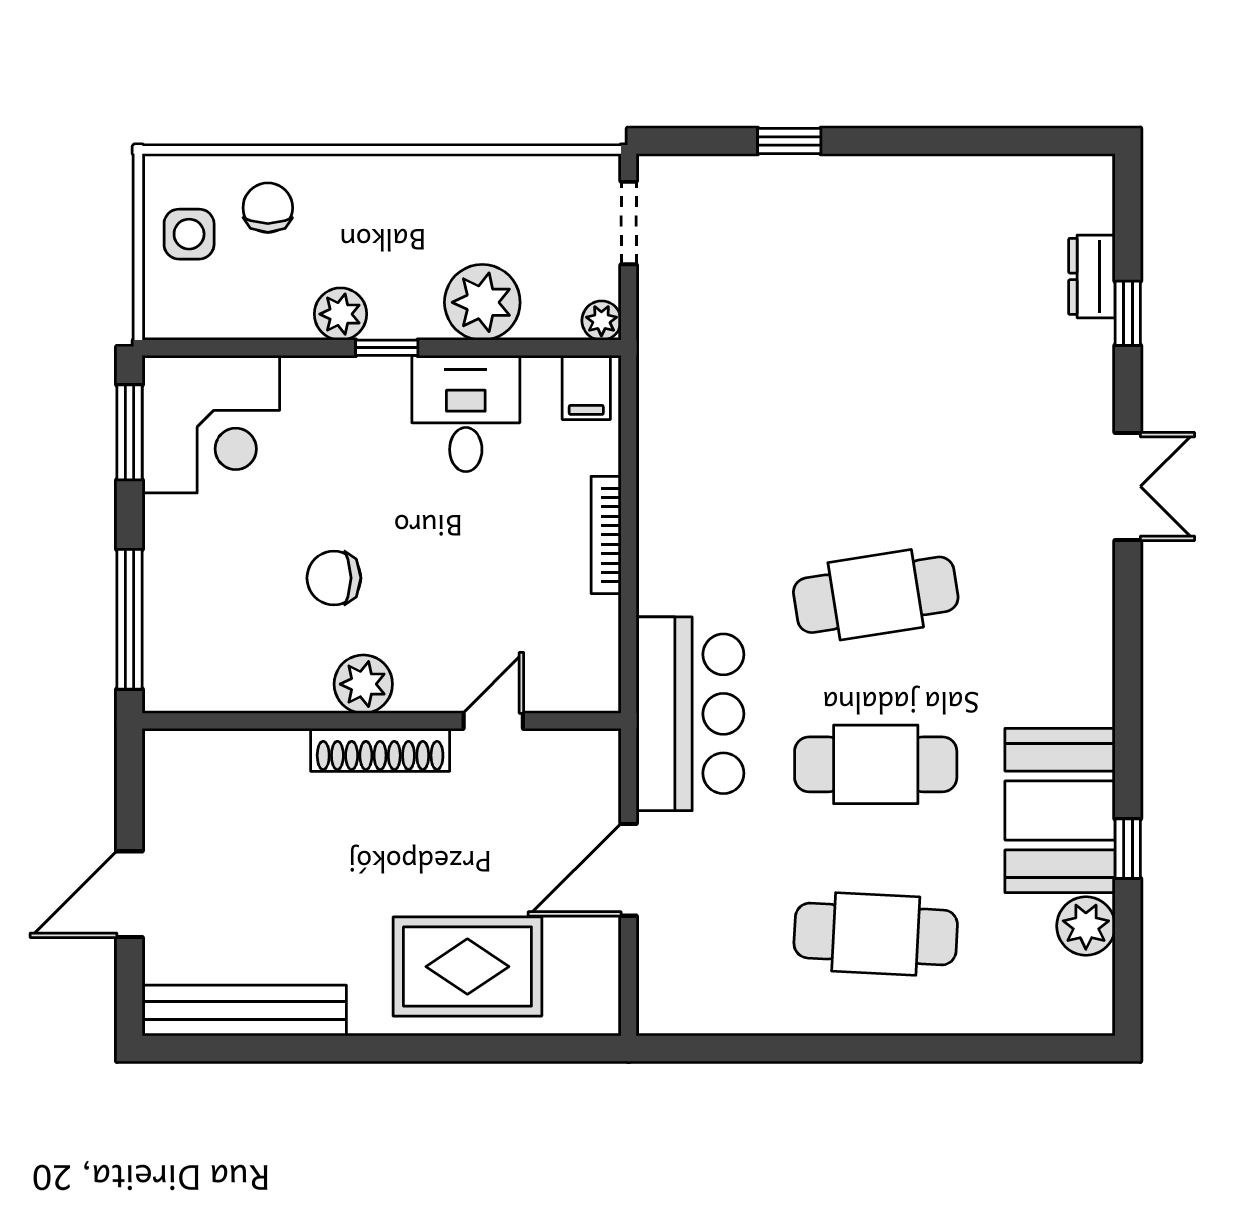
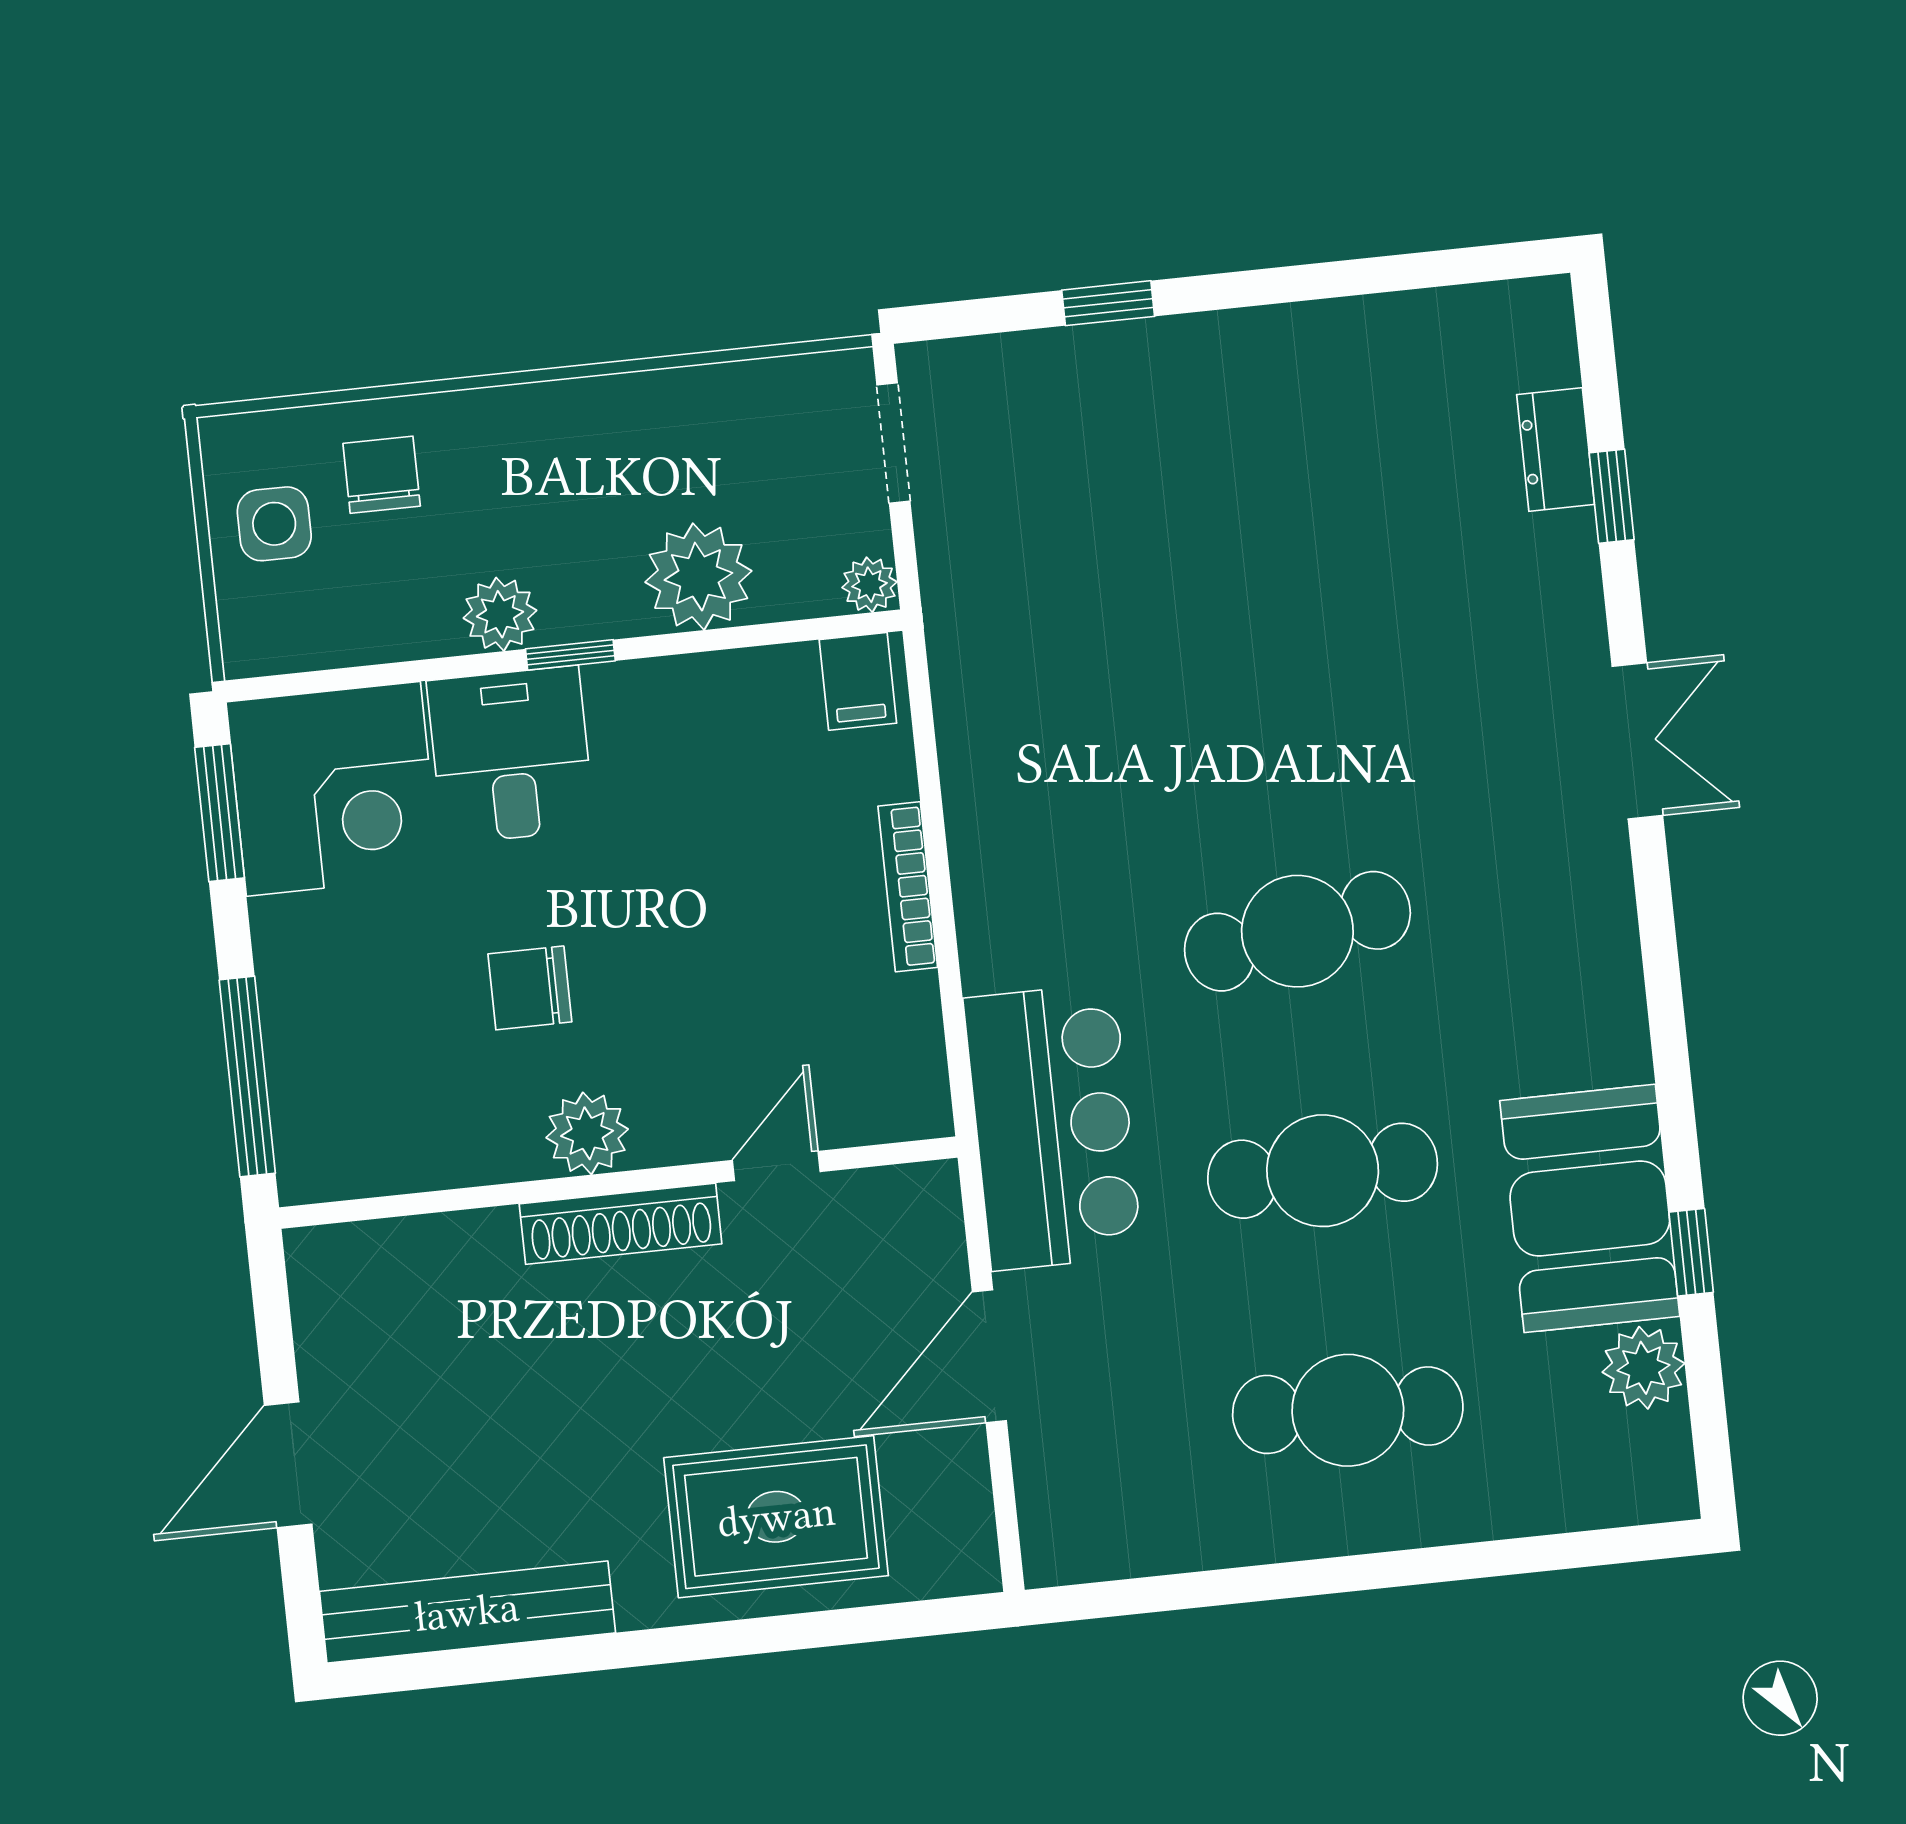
desk: (466, 413) -> (511, 755), moved

